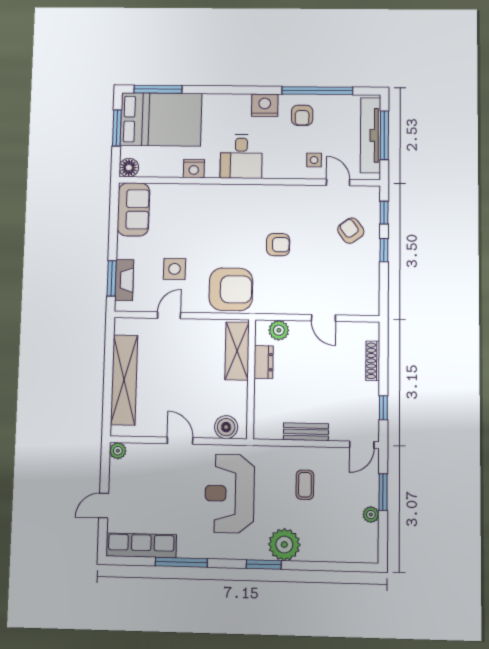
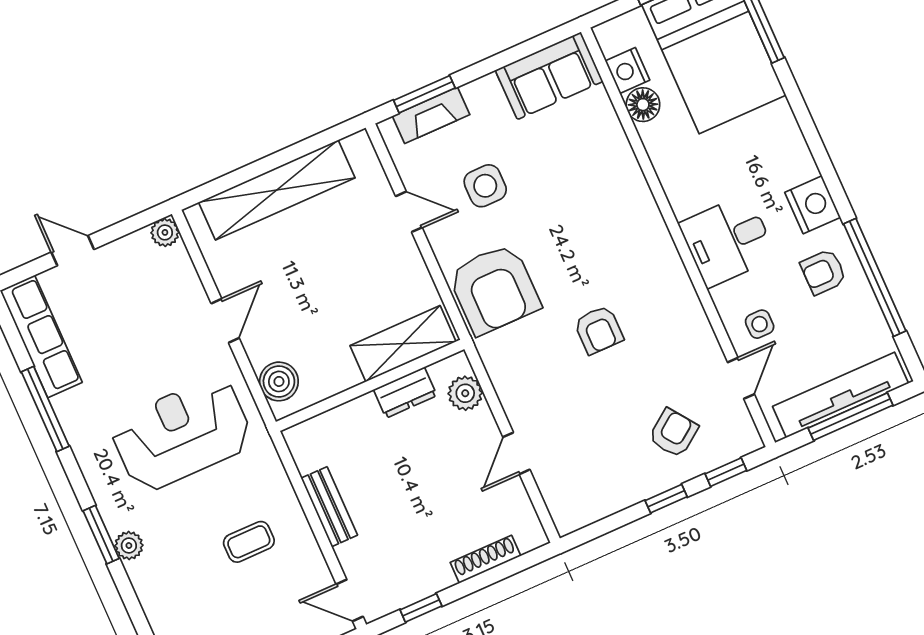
desk: (241, 156) -> (728, 240), moved
floor lamp: (129, 168) -> (643, 105), moved
nightstand: (194, 169) -> (627, 70), moved
plant: (284, 545) -> (129, 546), width x0.53, depth x0.53

